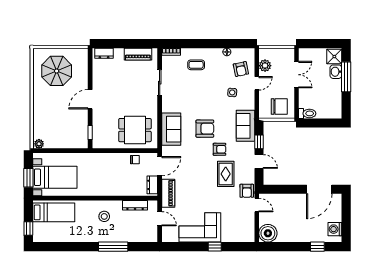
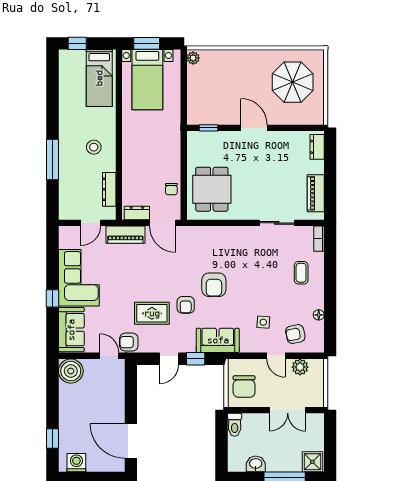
washbasin: (336, 72) -> (256, 464), moved
sofa: (171, 129) -> (71, 330), moved, turned -90
door: (257, 205) -> (109, 356), swing flipped

